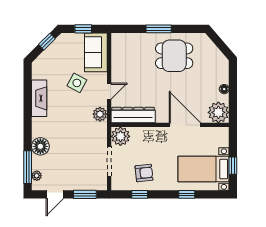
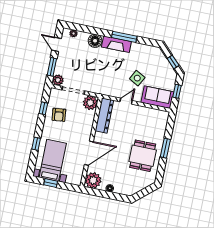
door: (109, 91) -> (126, 101), swing flipped
fireplace: (39, 98) -> (116, 44), moved
plant: (100, 114) -> (58, 80), moved
window: (28, 167) -> (124, 37), moved

